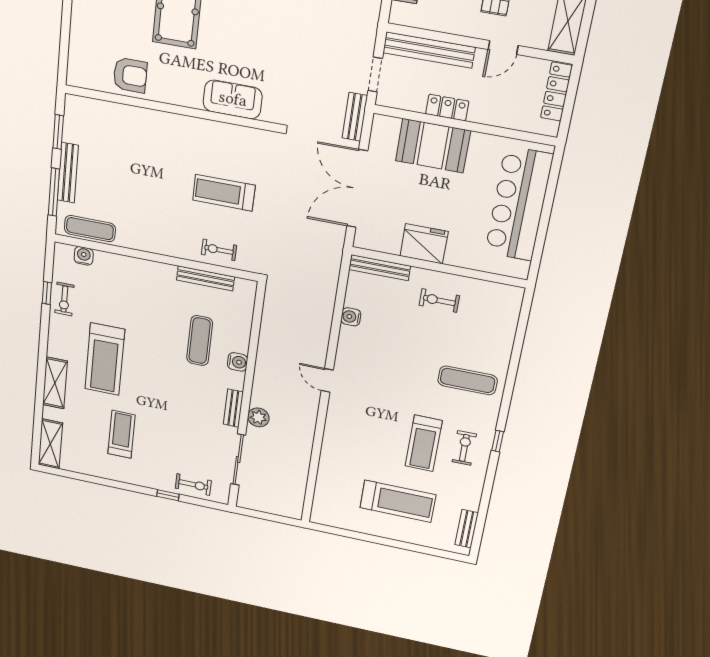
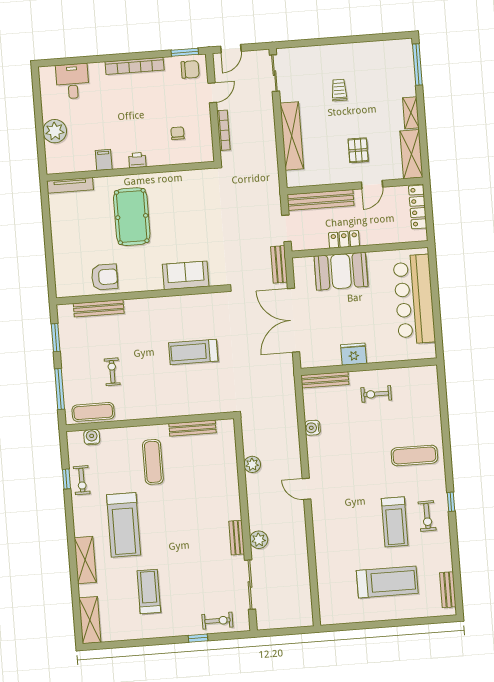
bench: (68, 173) -> (99, 308), moved, turned 90
fridge: (424, 244) -> (354, 354), width x0.73, depth x0.75
exercise bike: (219, 250) -> (112, 372), moved, turned 90
plant: (269, 337) -> (252, 464), added
exercise mat: (200, 341) -> (153, 462), moved
water cooler: (237, 362) -> (232, 494), removed
exercise bike: (464, 448) -> (427, 516), turned 180

